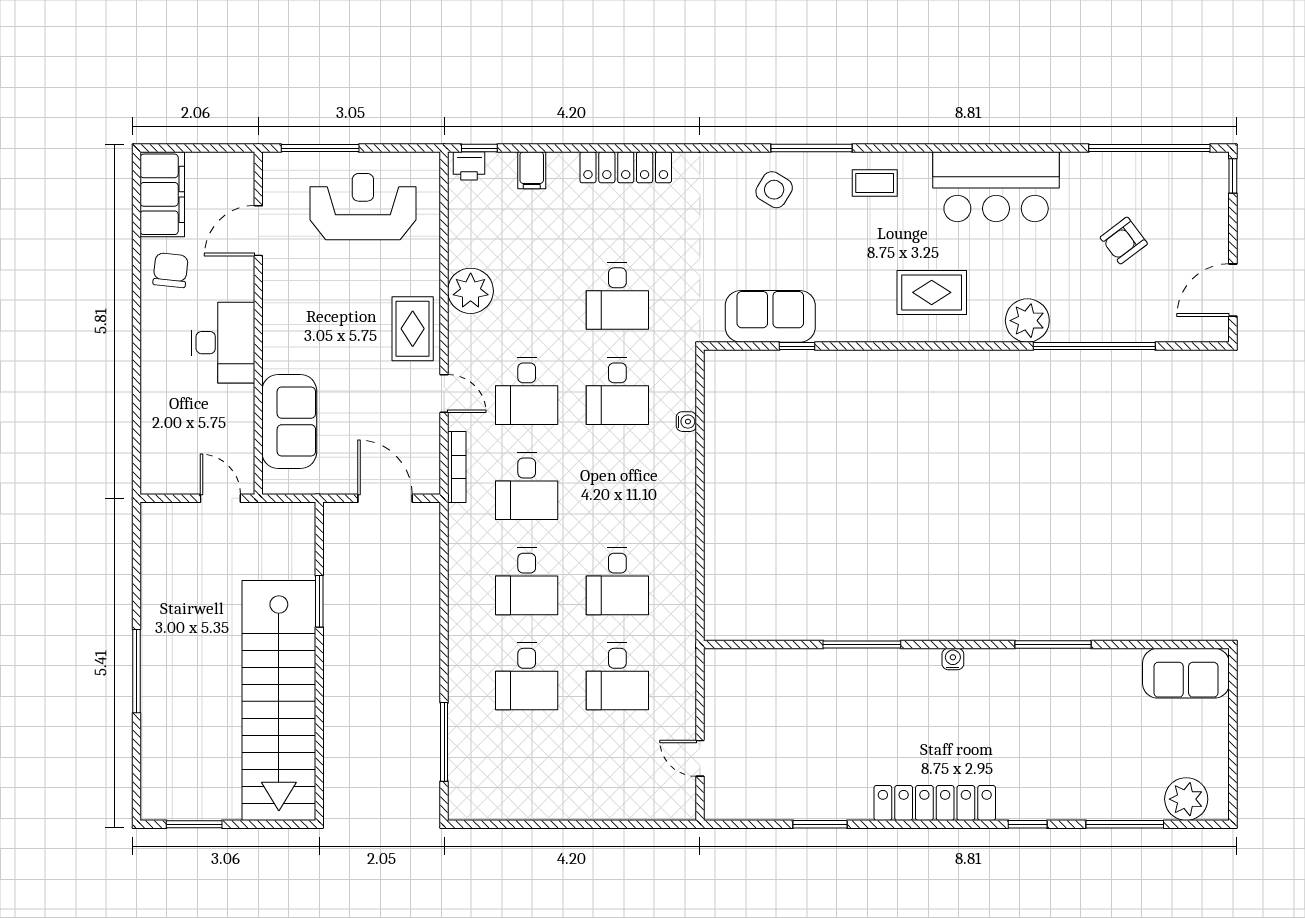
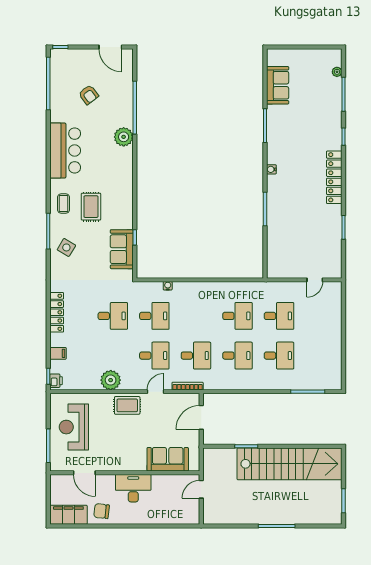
rug: (932, 292) -> (91, 207), moved
sofa: (1186, 673) -> (278, 85), moved
plant: (1186, 799) -> (337, 72), width x0.53, depth x0.53

